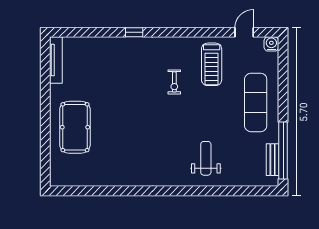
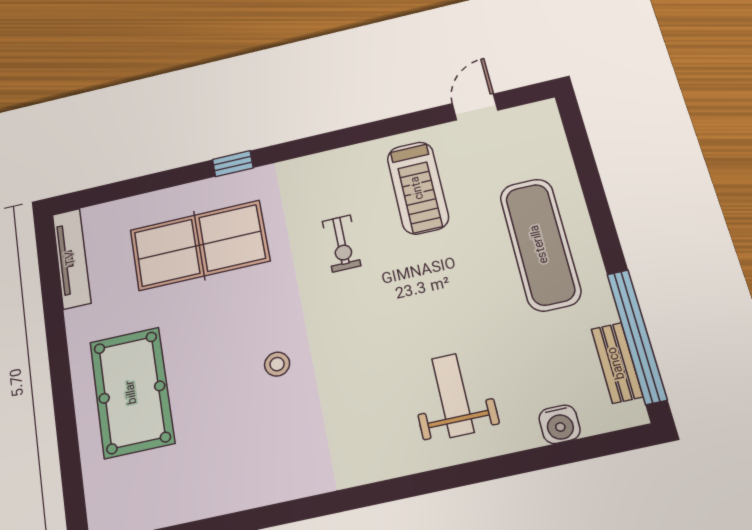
water cooler: (271, 44) -> (560, 424), moved, turned 180
table tennis table: (113, 68) -> (199, 245), added
stool: (138, 129) -> (277, 364), added

